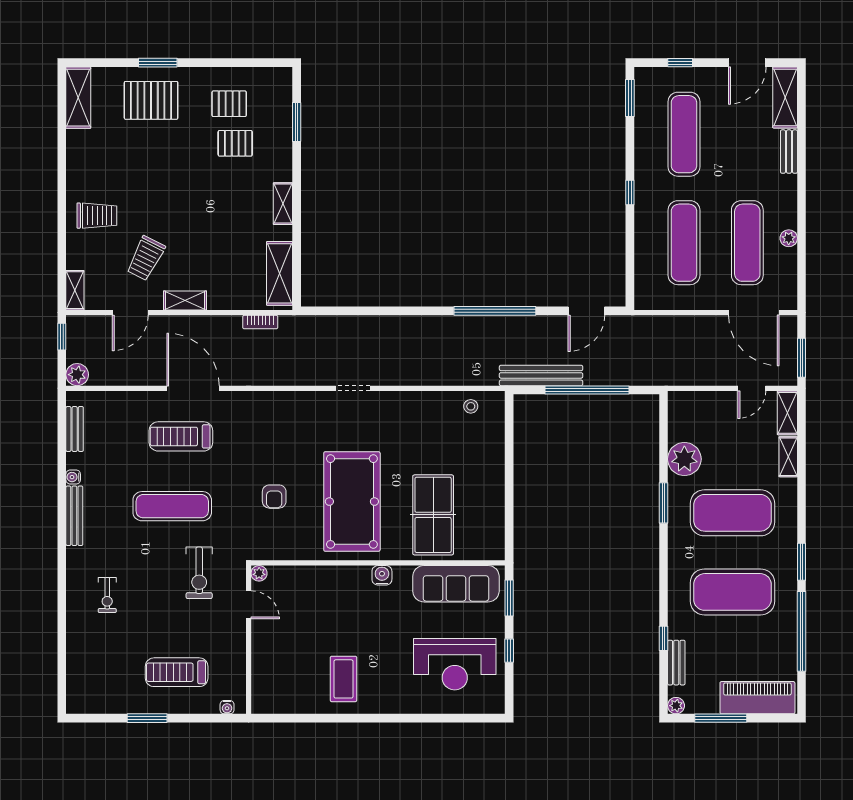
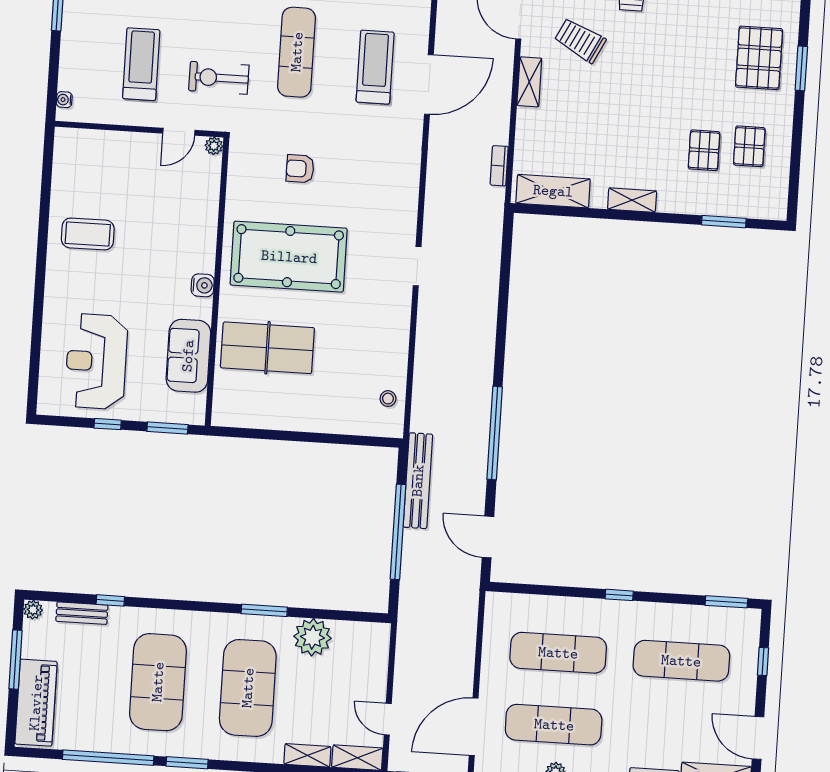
sofa: (456, 584) -> (188, 356), width x0.73
treadmill: (177, 672) -> (141, 64), moved

